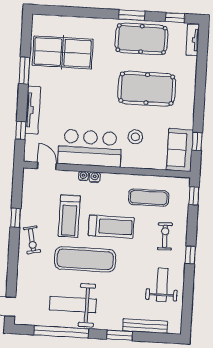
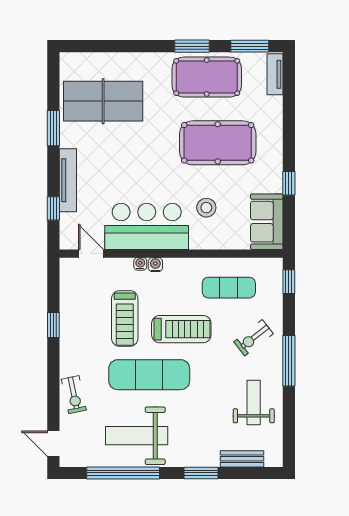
window: (175, 18) -> (250, 46), width x1.50
window: (197, 142) -> (289, 183), moved
exercise bike: (165, 236) -> (254, 338), turned -127
exercise bike: (32, 240) -> (74, 395), moved
window: (190, 255) -> (289, 361), width x2.17
bench: (145, 326) -> (242, 459), width x0.73

